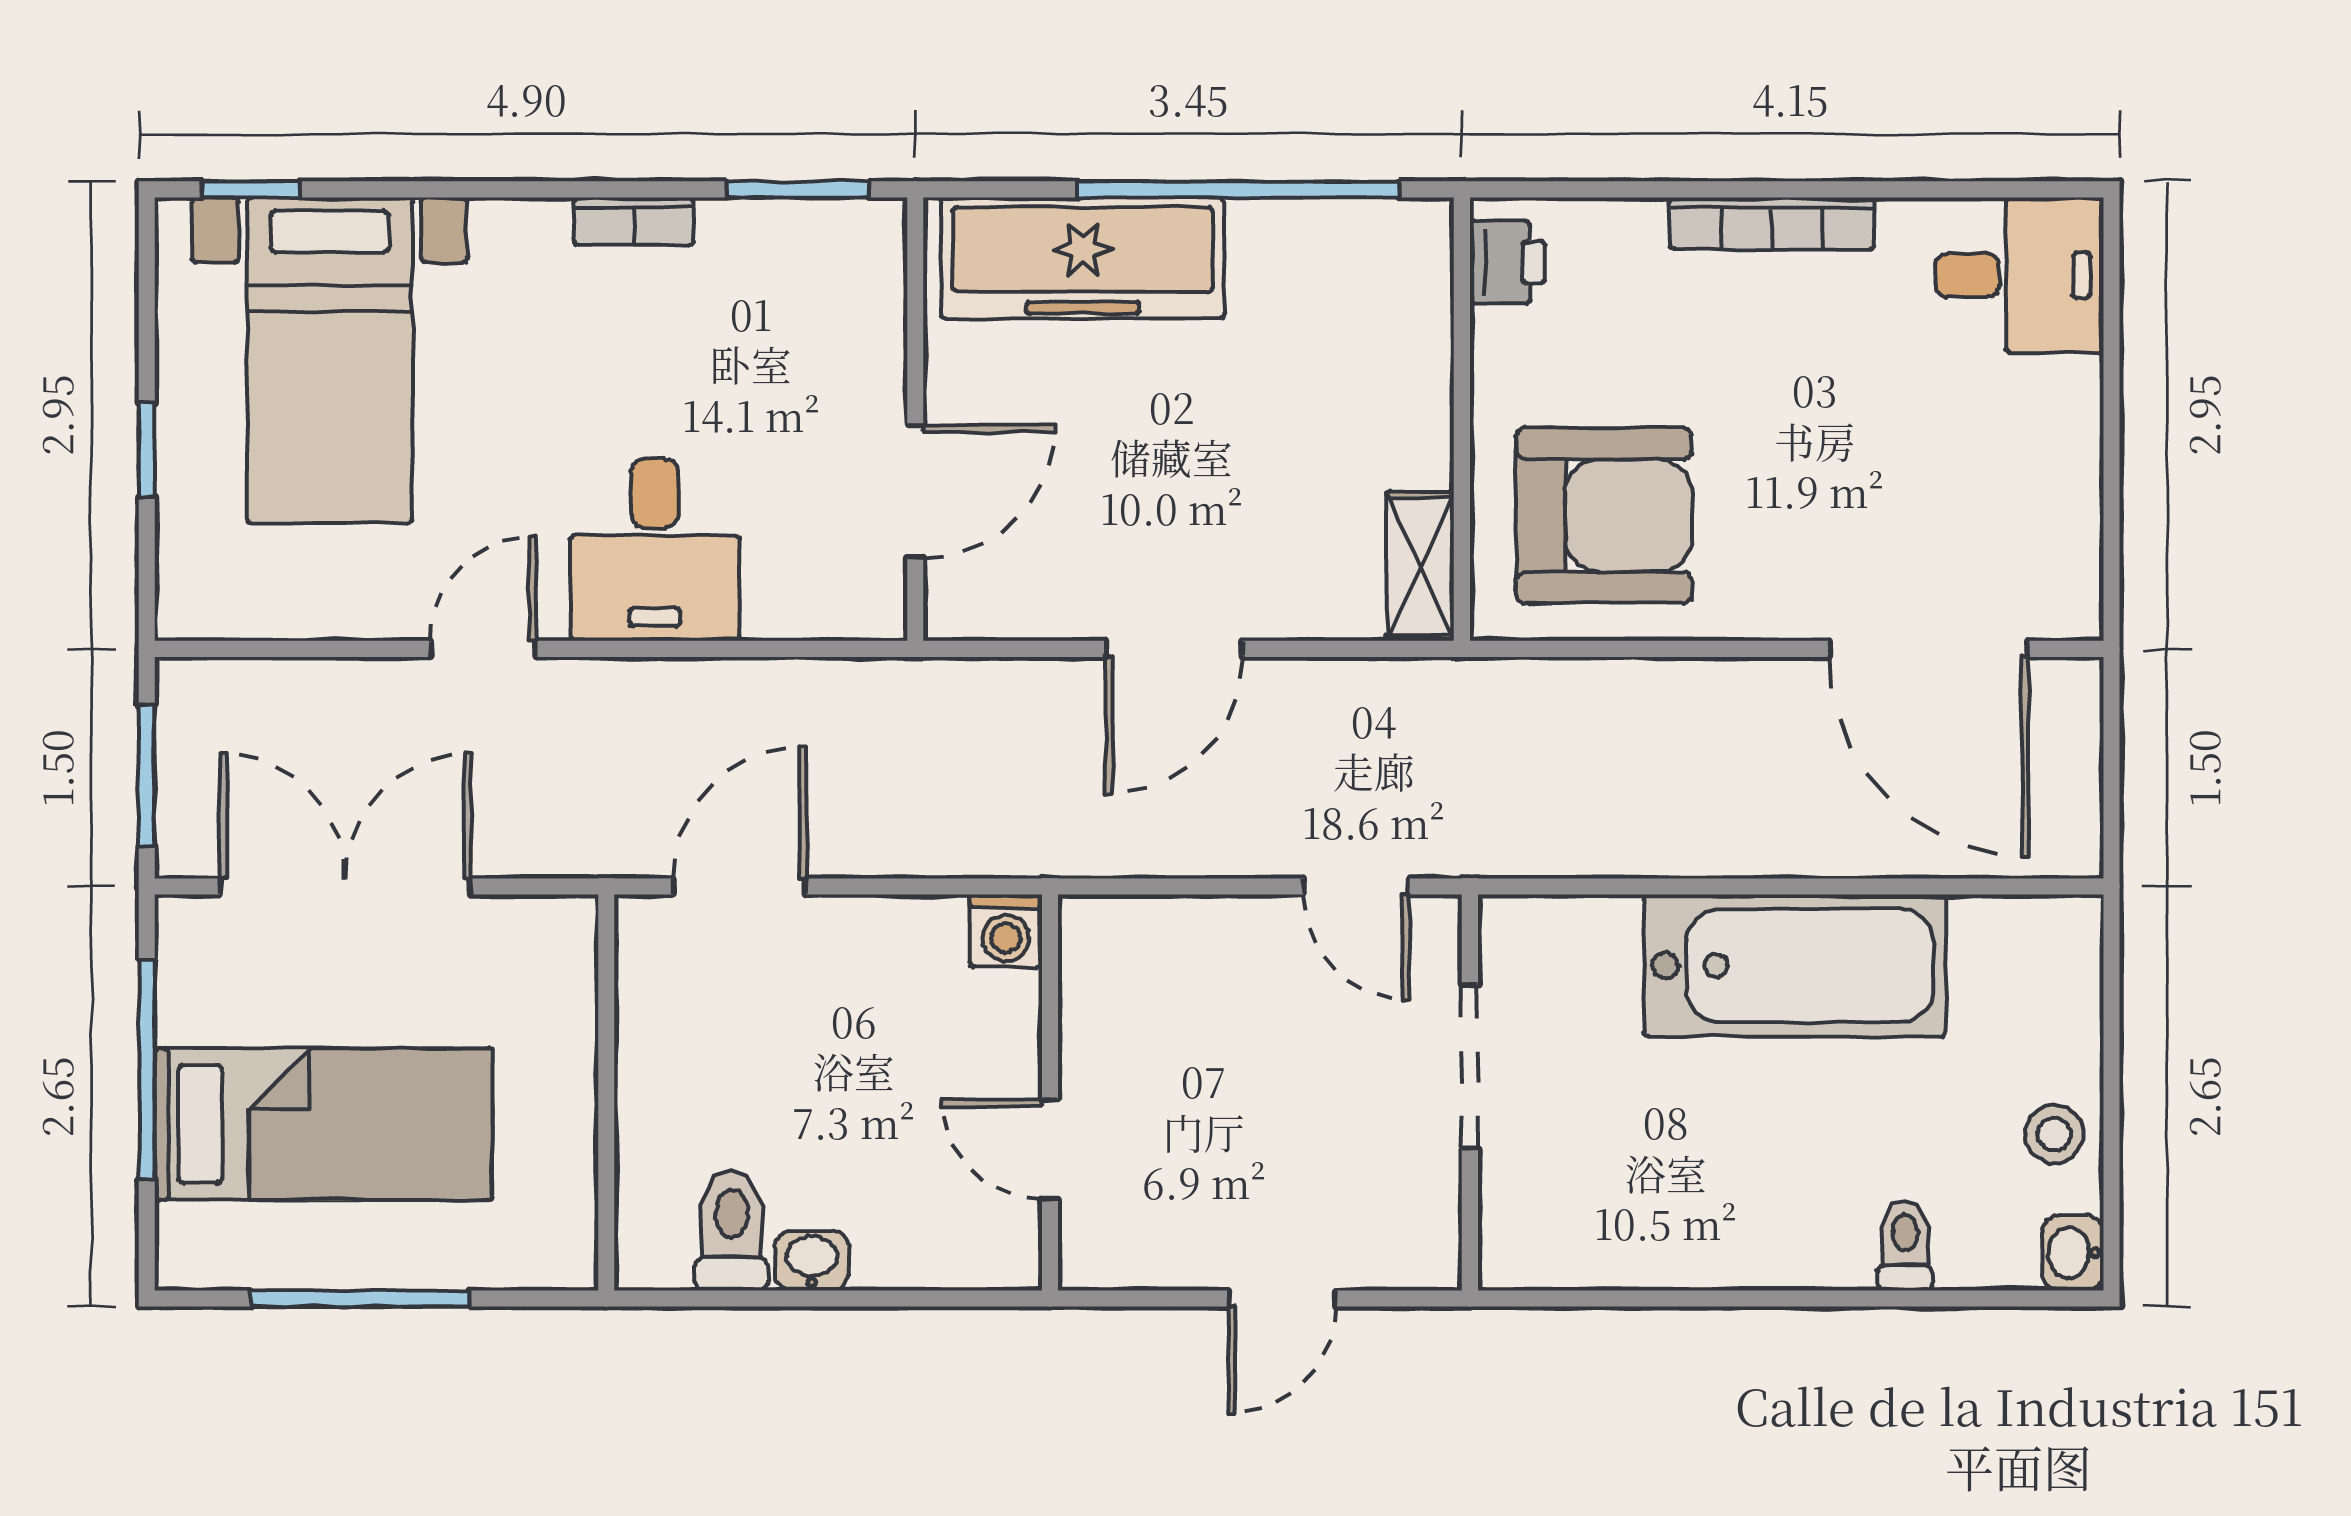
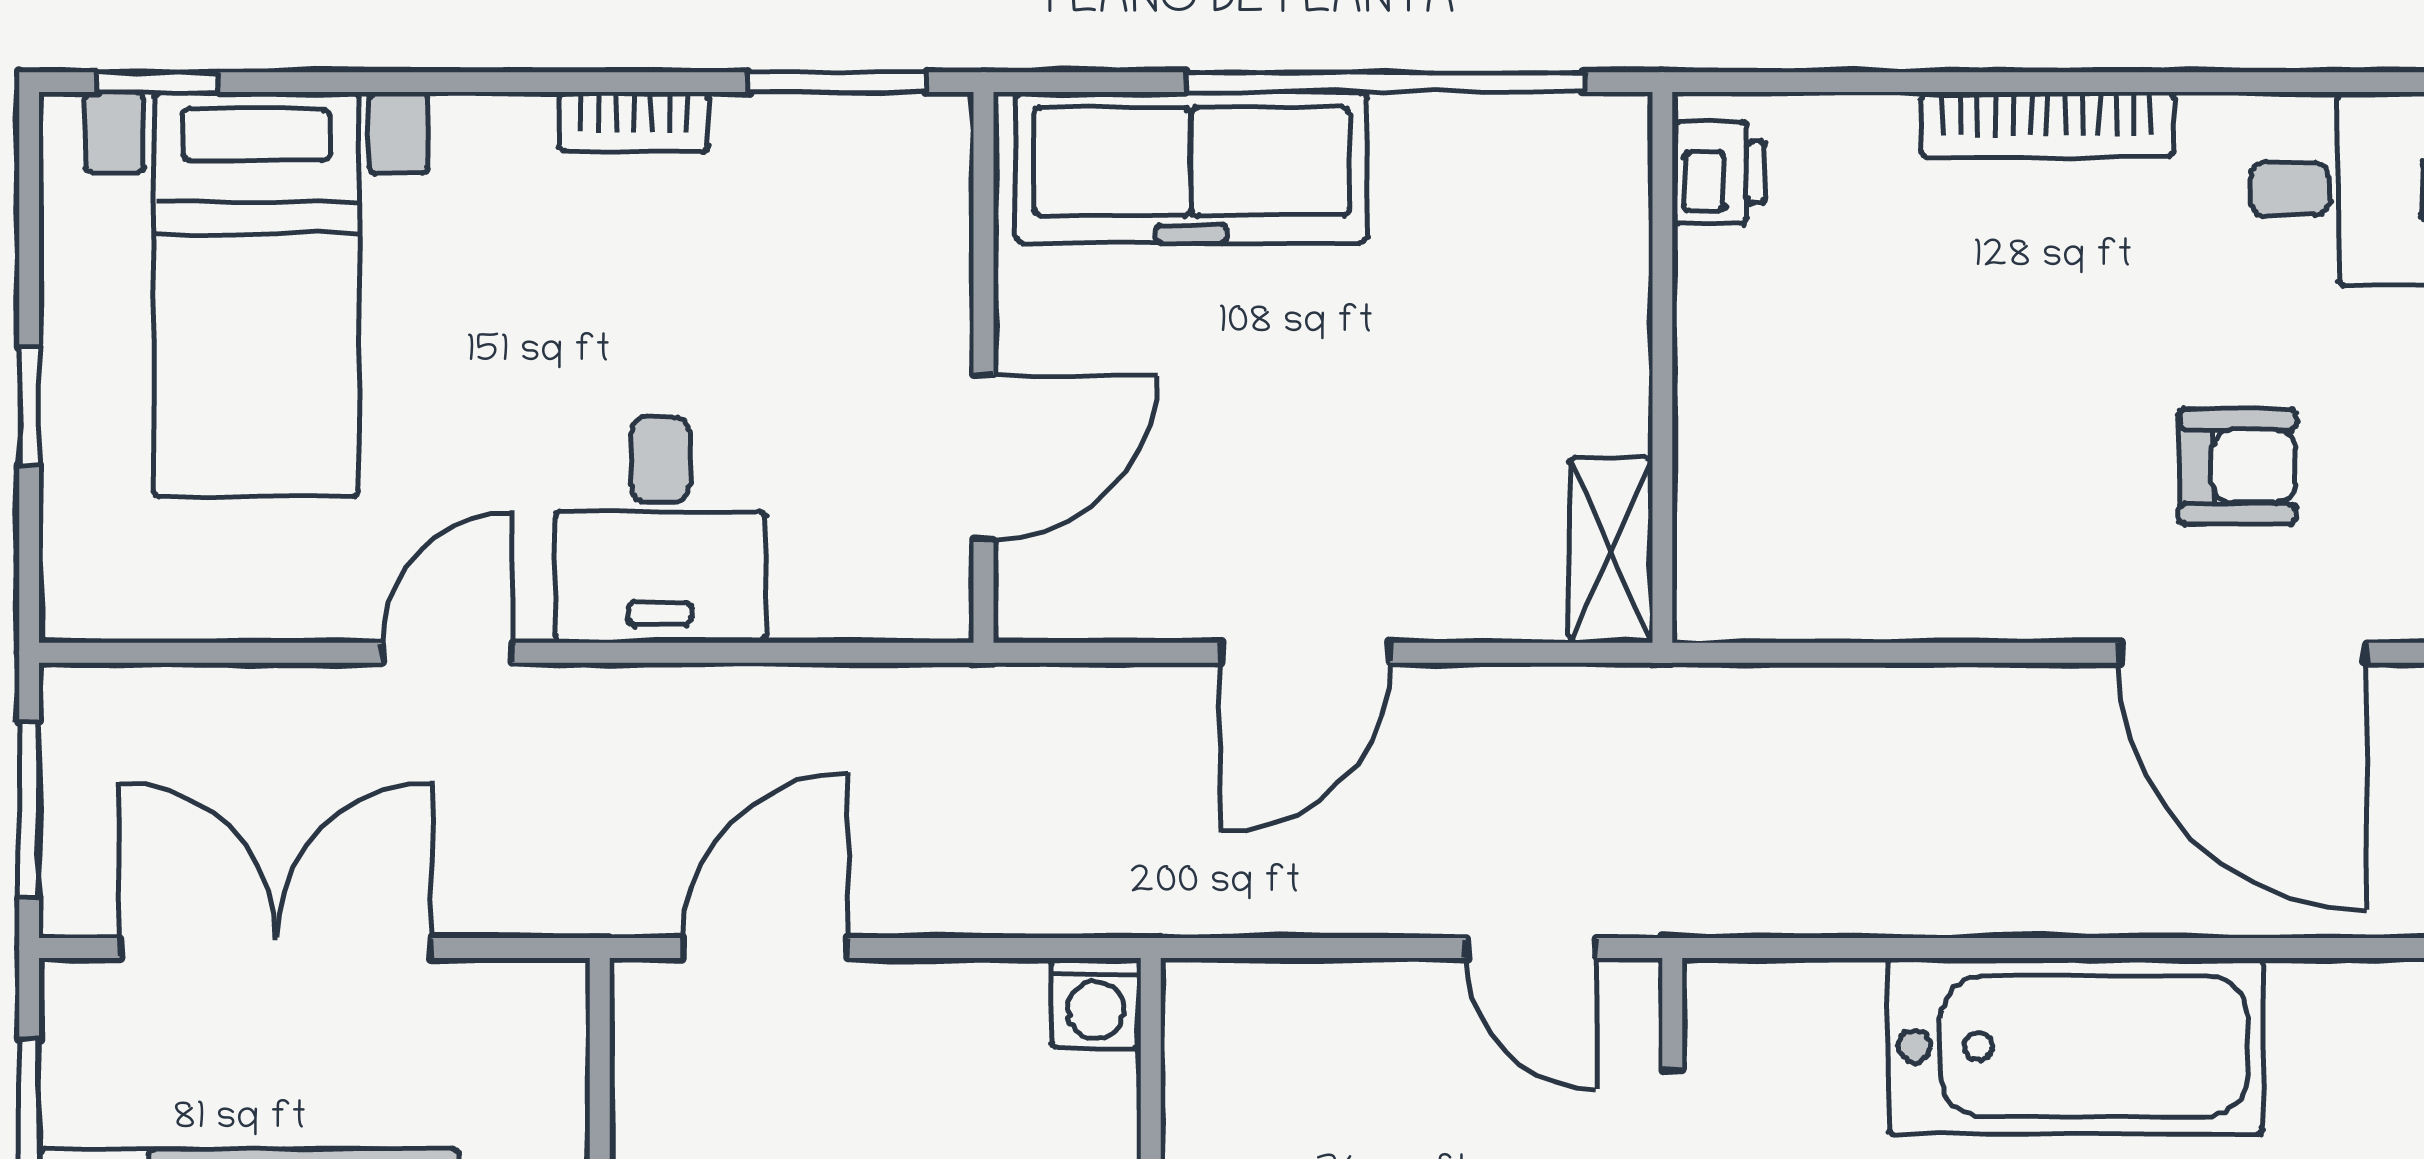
armchair: (1604, 516) -> (2237, 466), moved, width x0.53, depth x0.53

